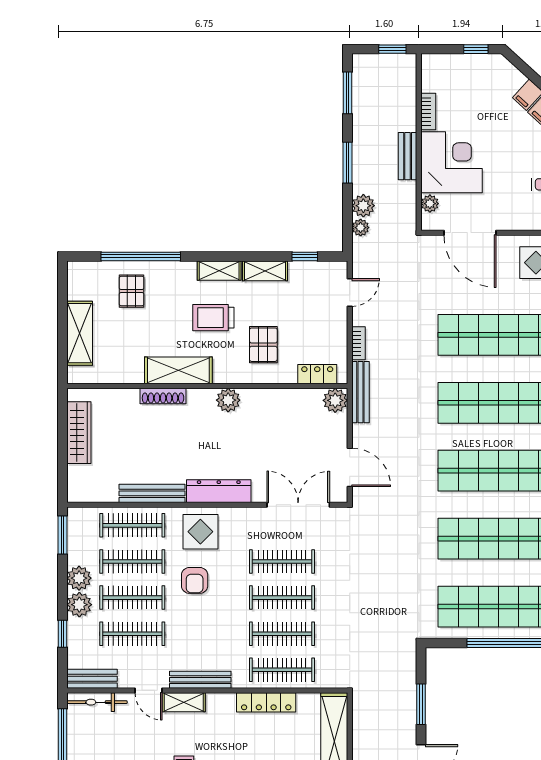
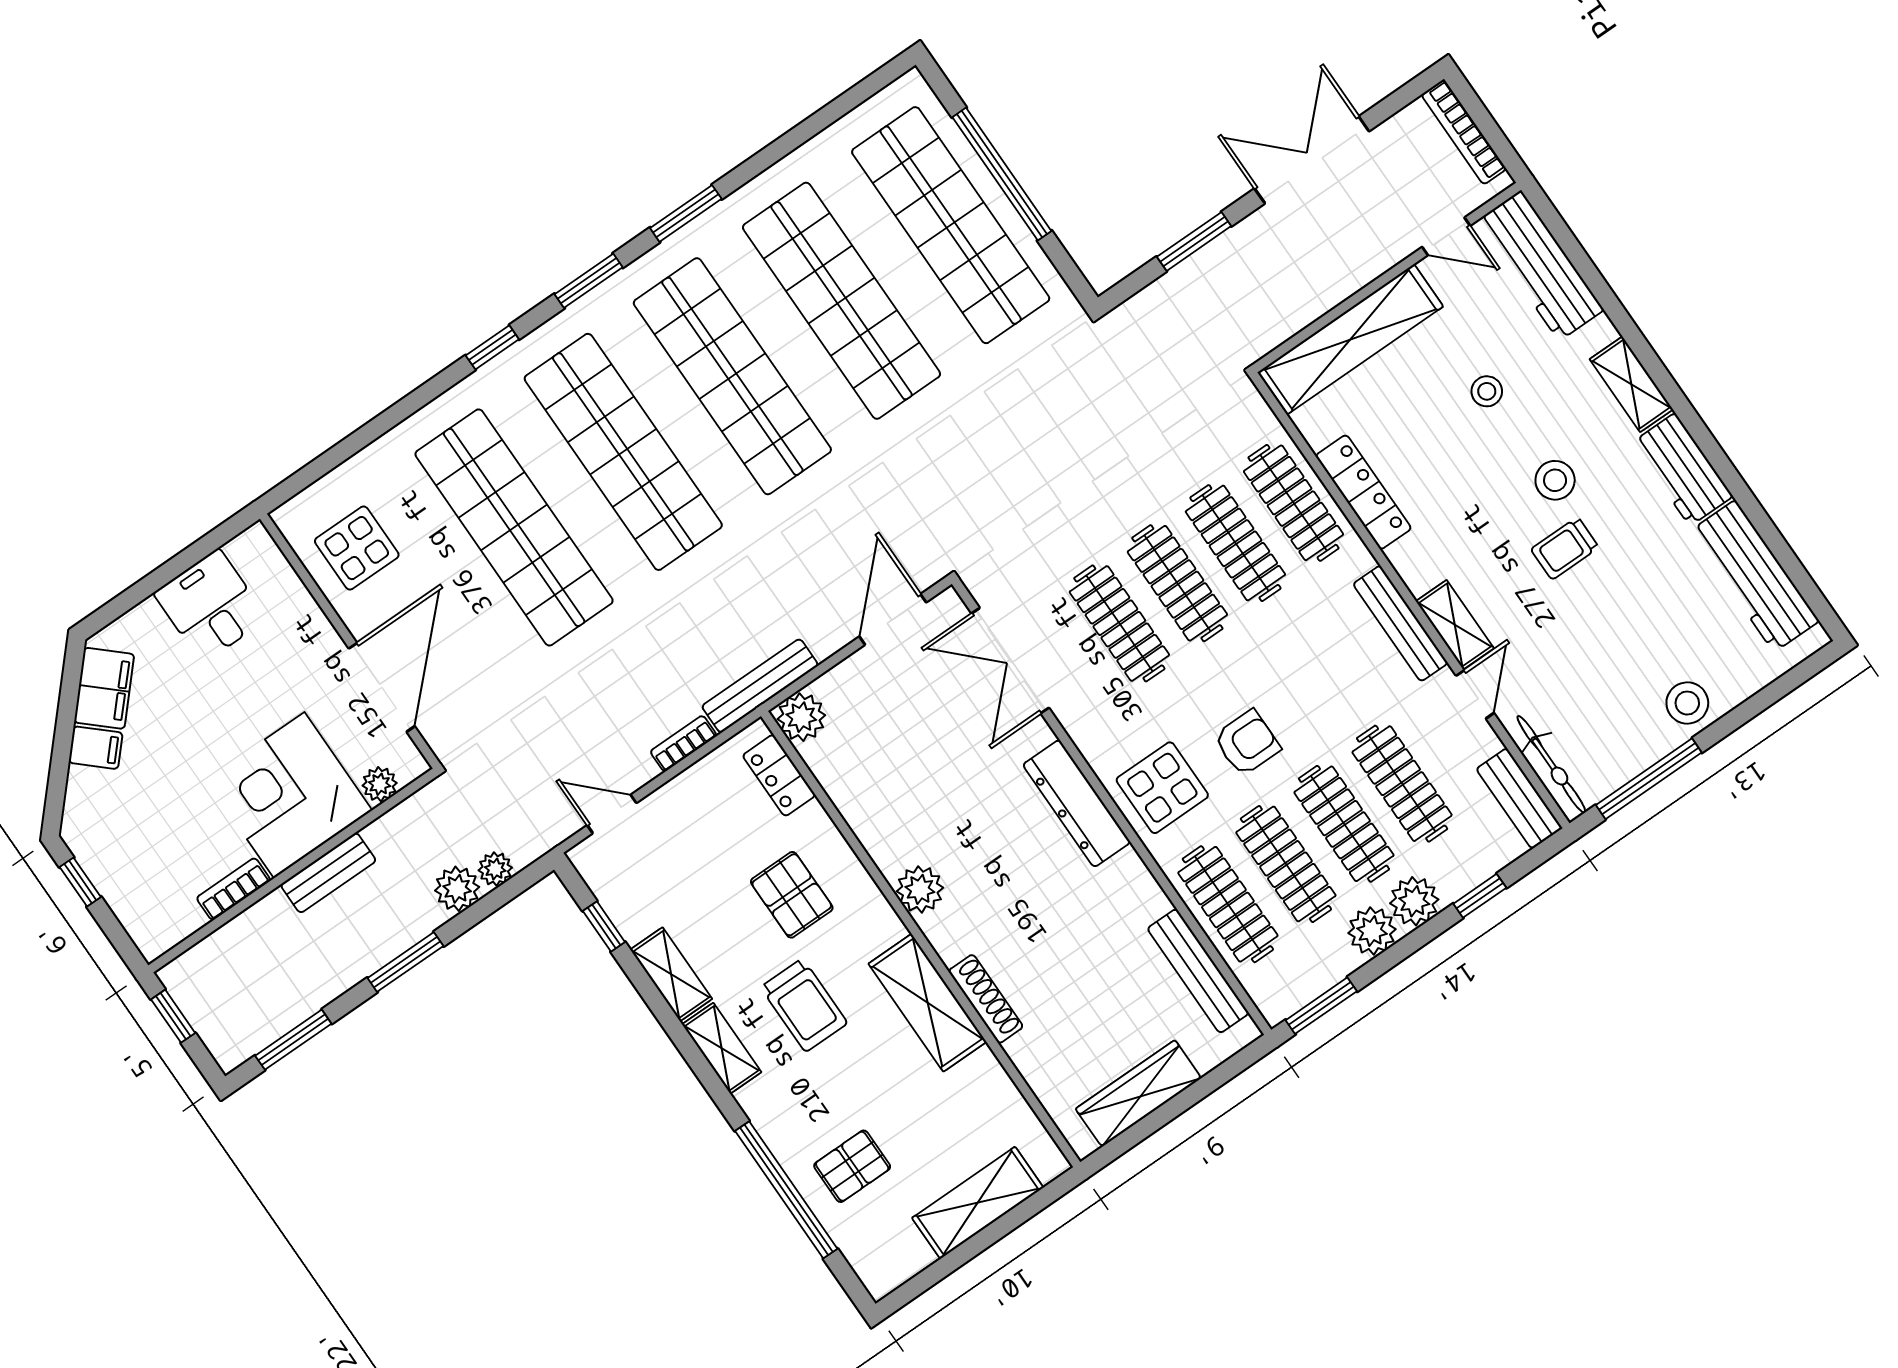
pallet: (263, 345) -> (792, 895), turned 90
bench: (152, 493) -> (1198, 971), moved

